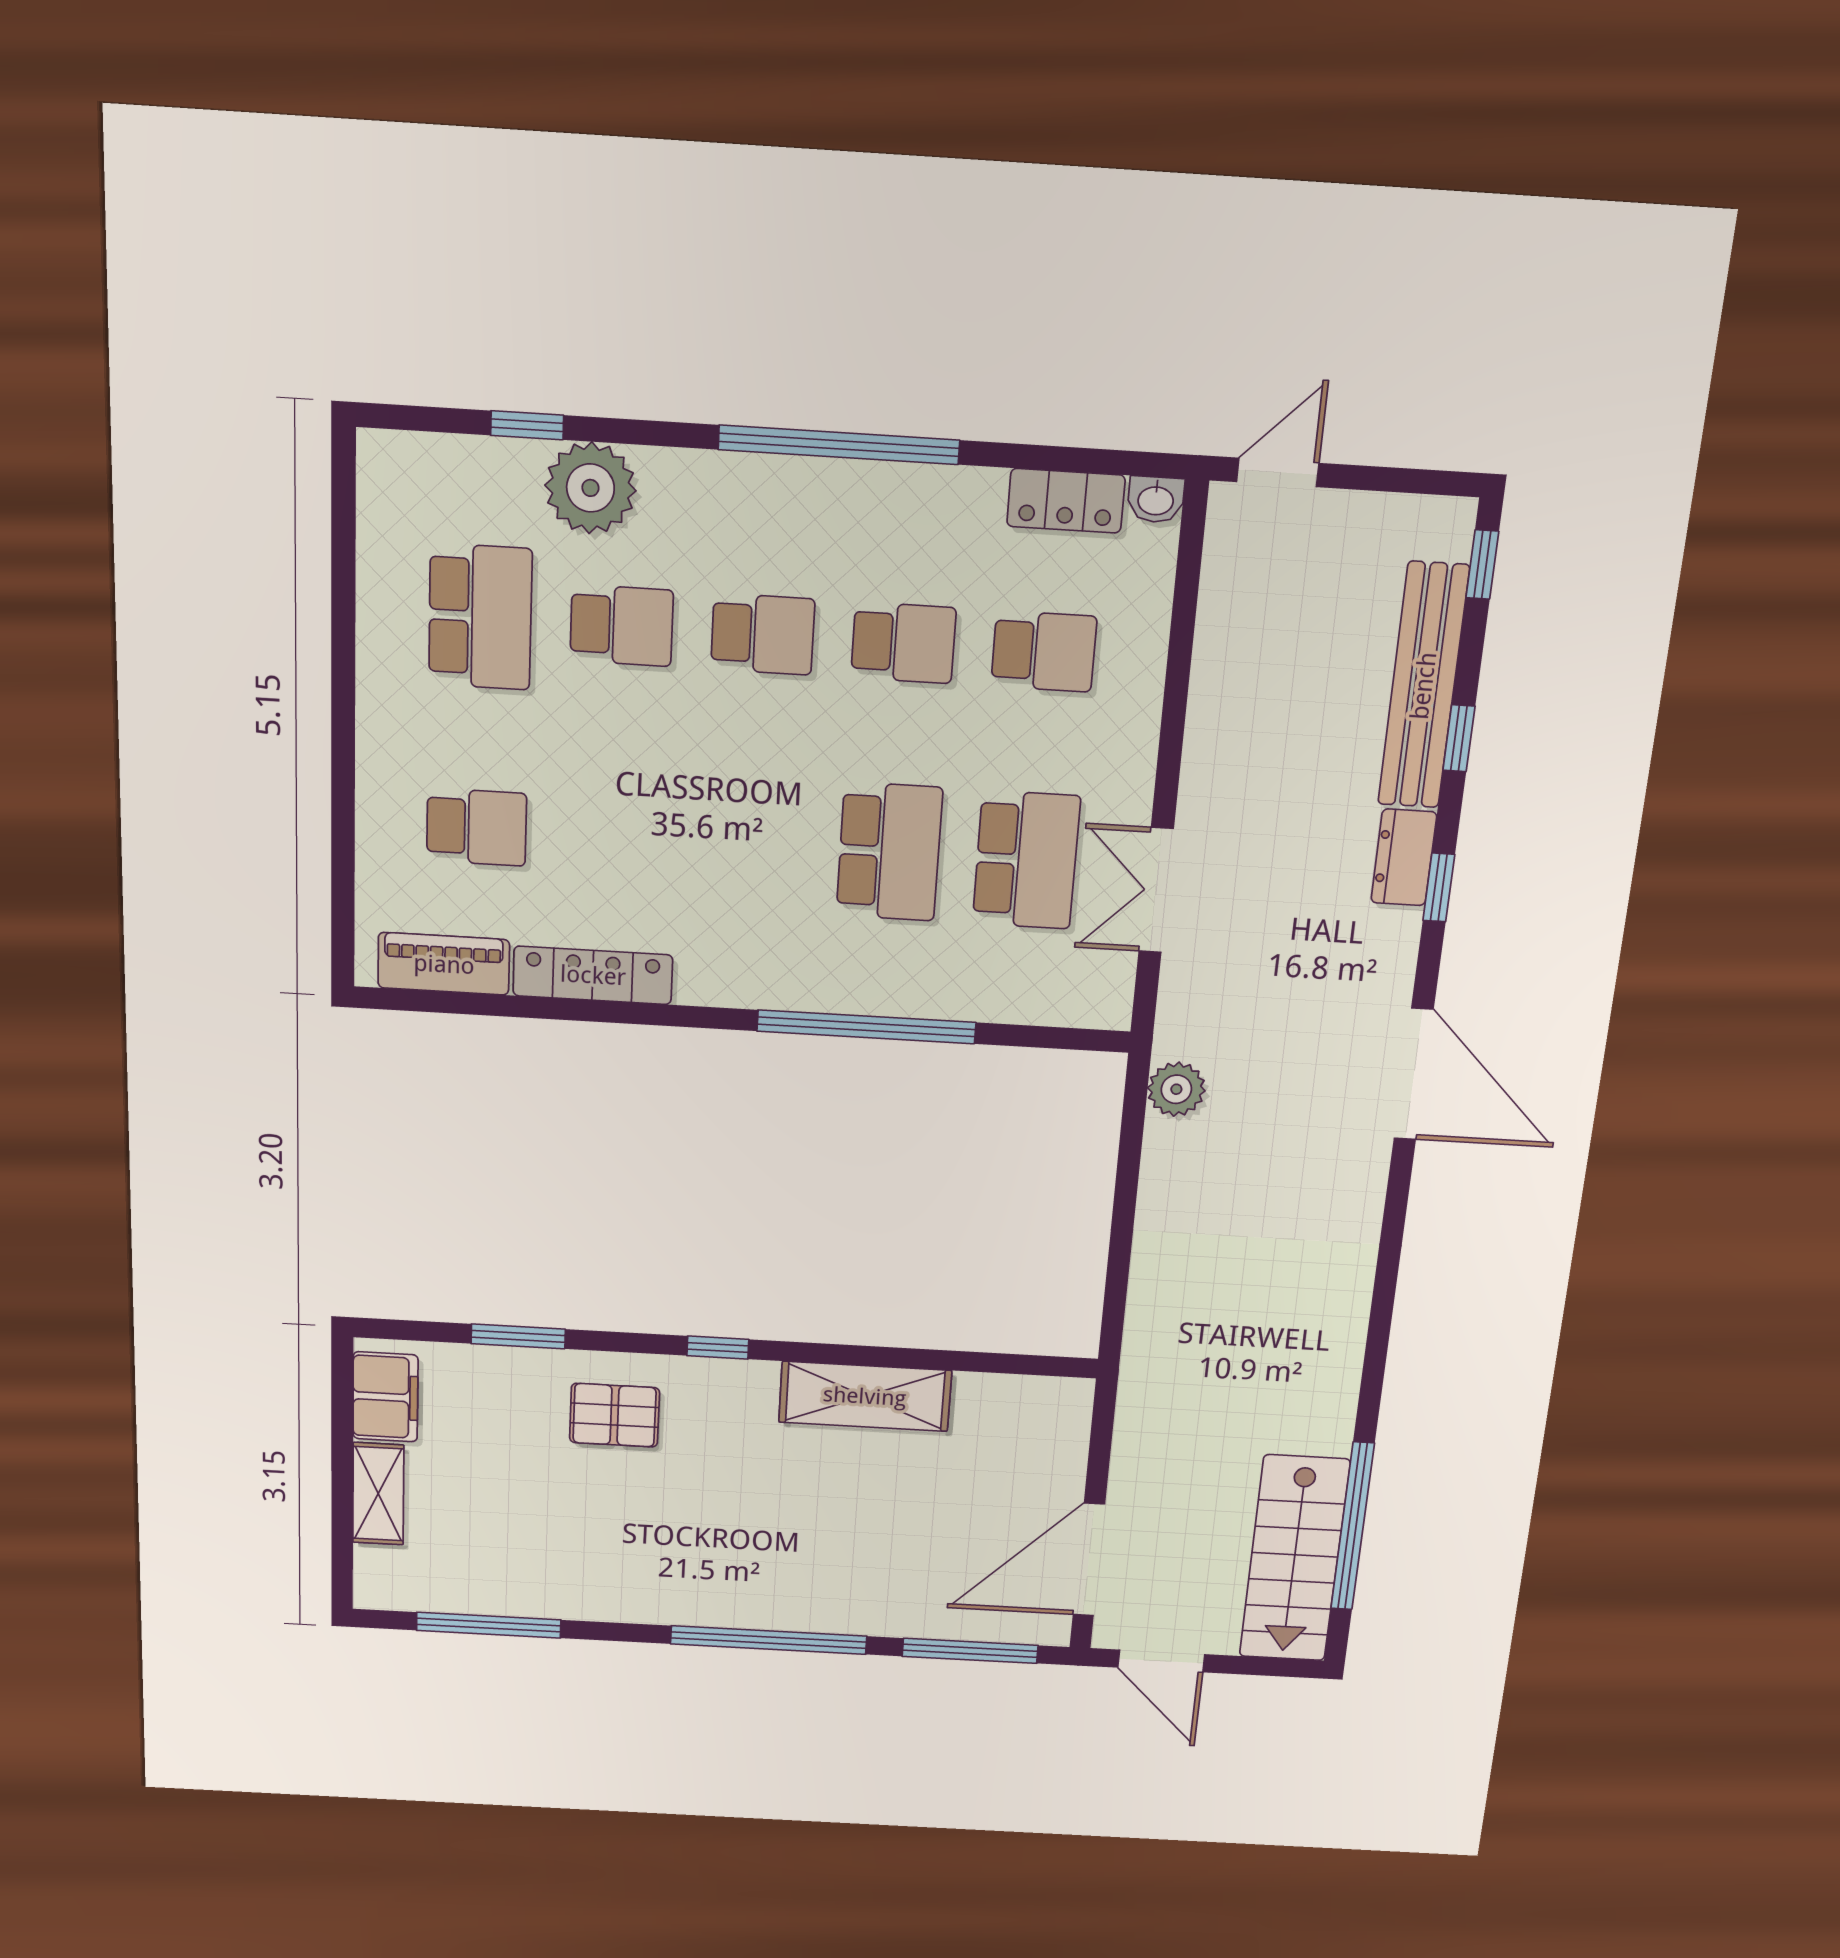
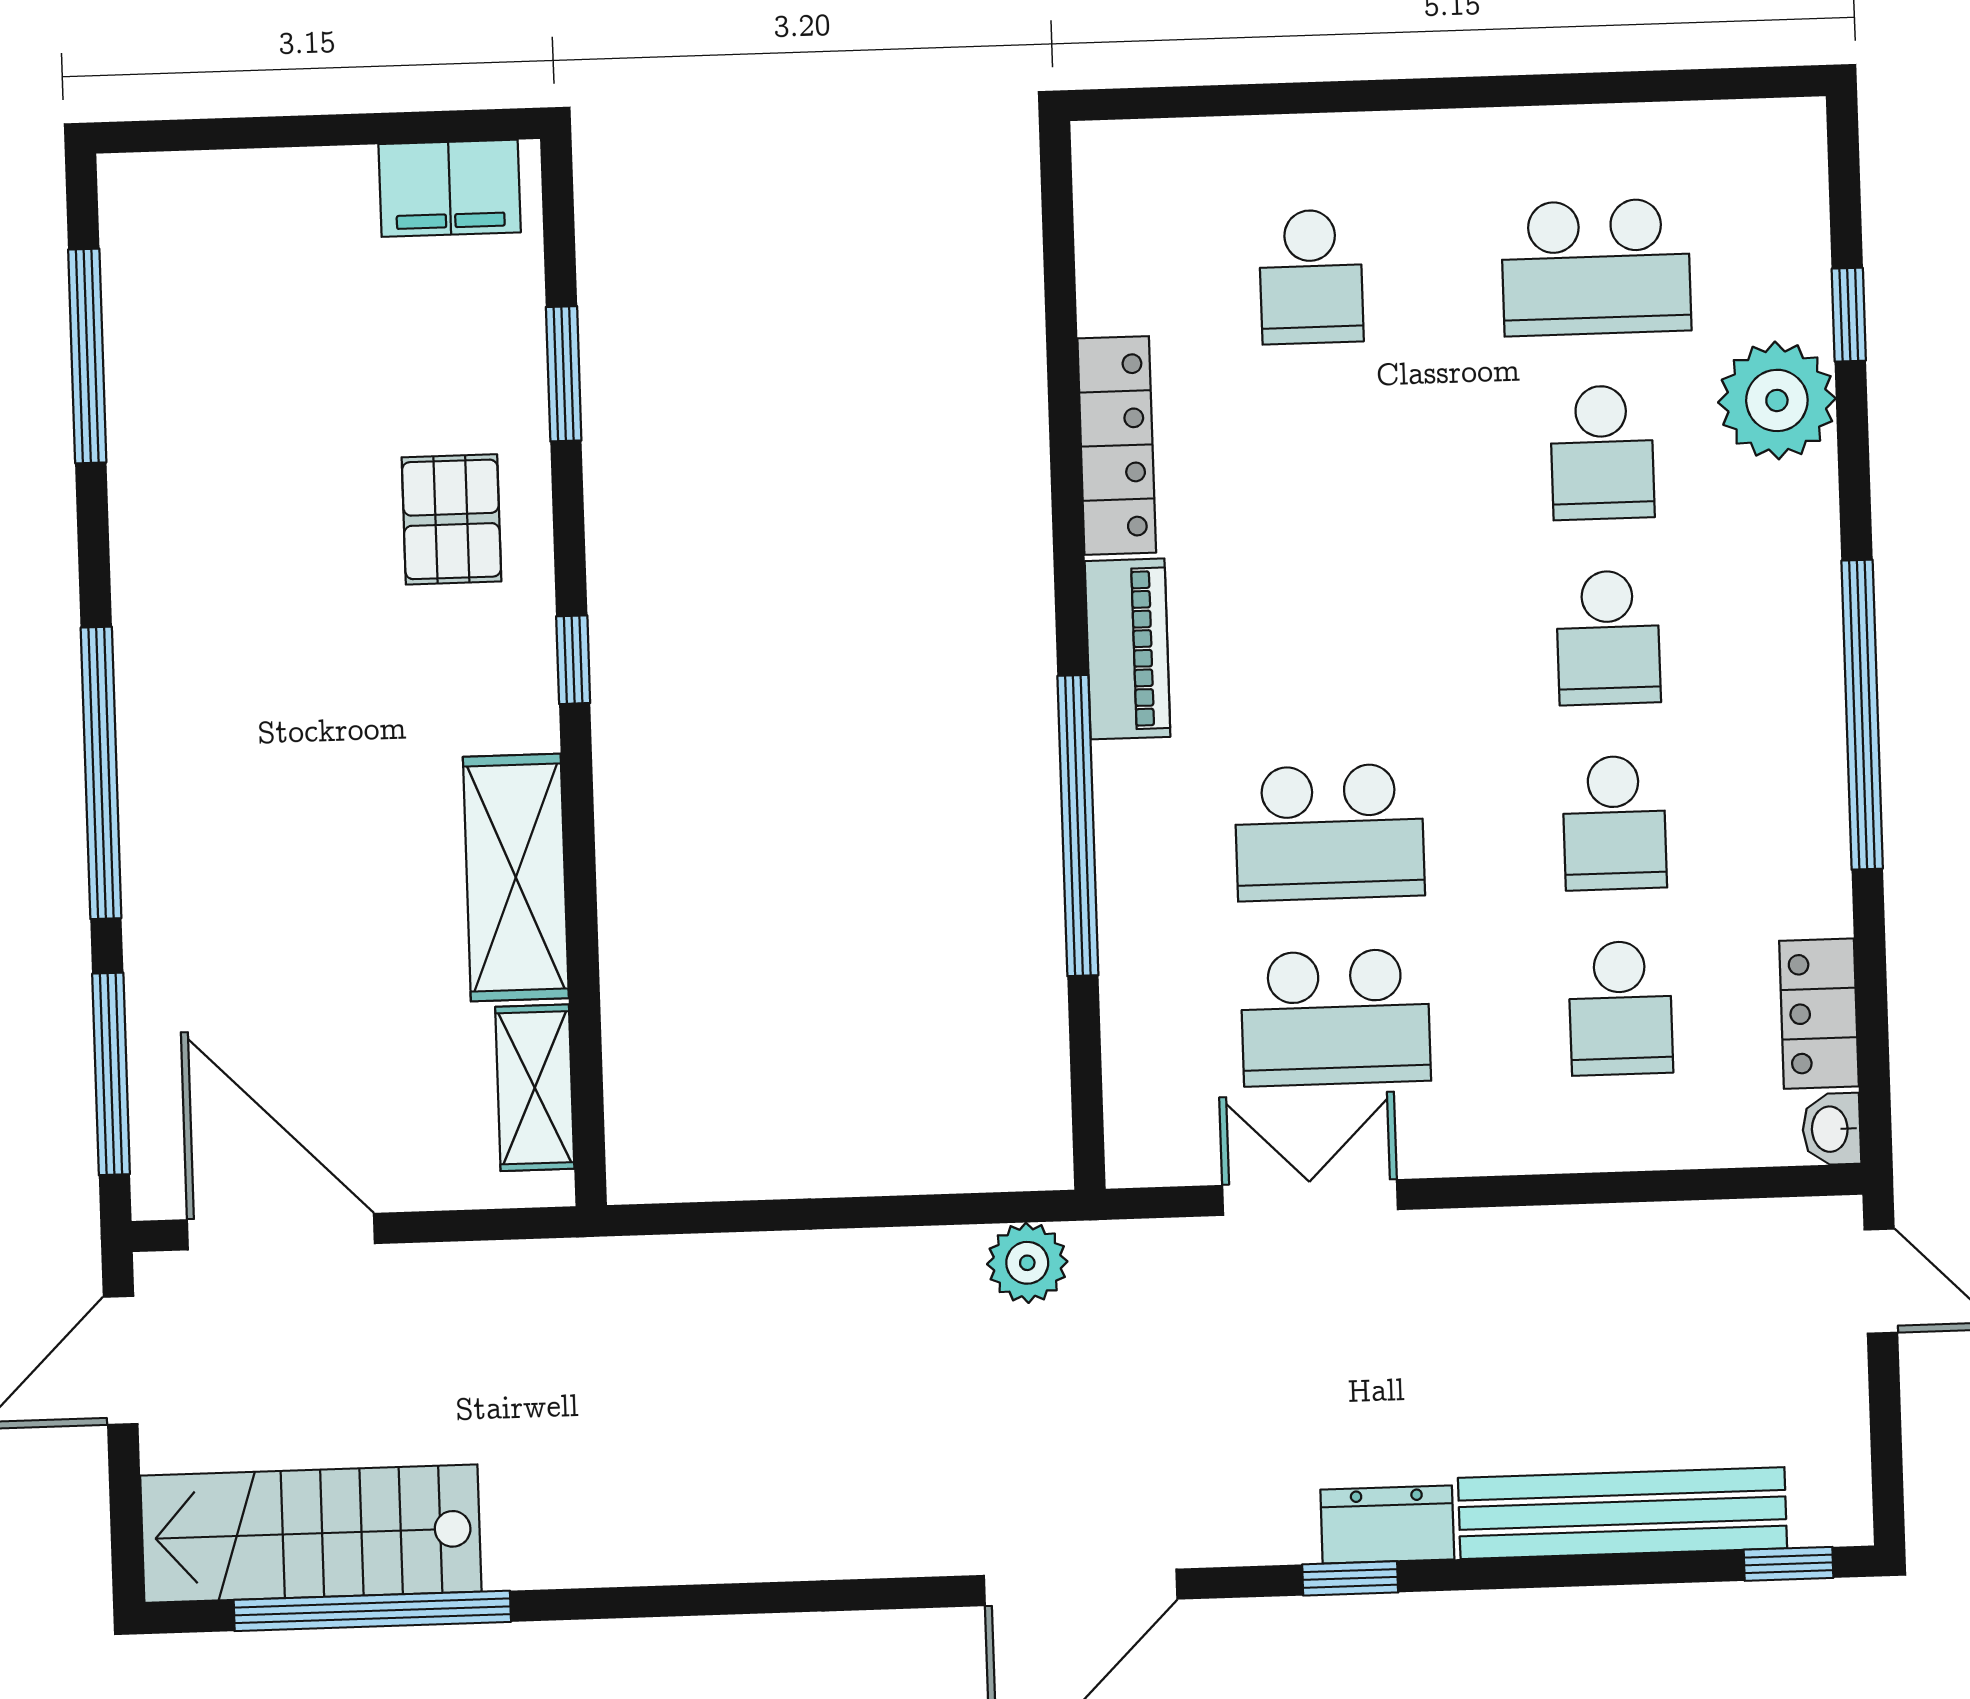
window: (1459, 738) -> (1557, 1572), removed
piano: (444, 964) -> (1128, 649), moved
shelving: (378, 1494) -> (535, 1088), moved, turned 90

